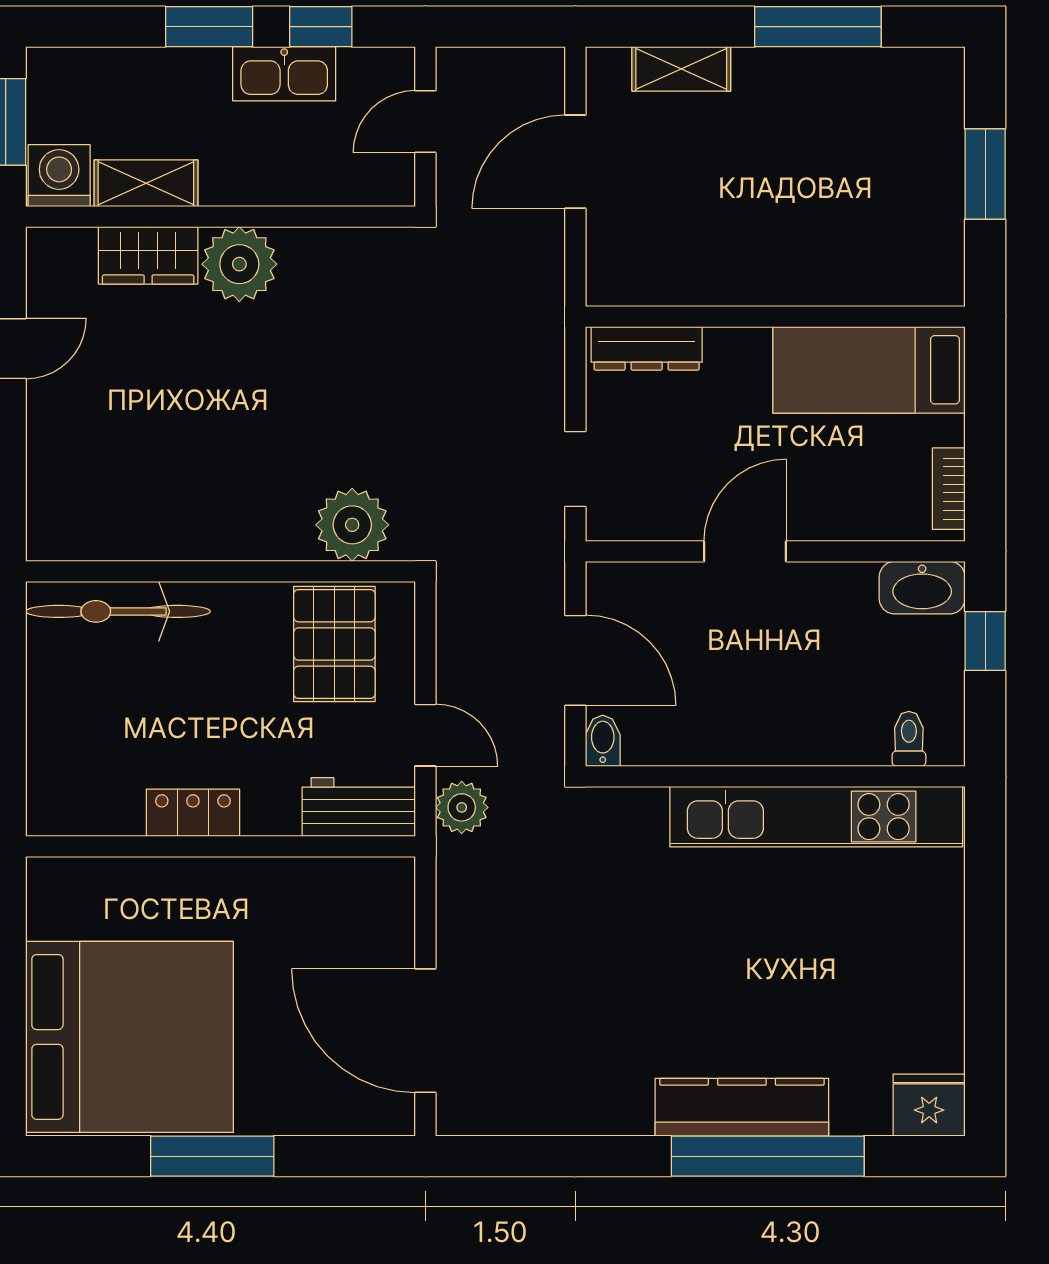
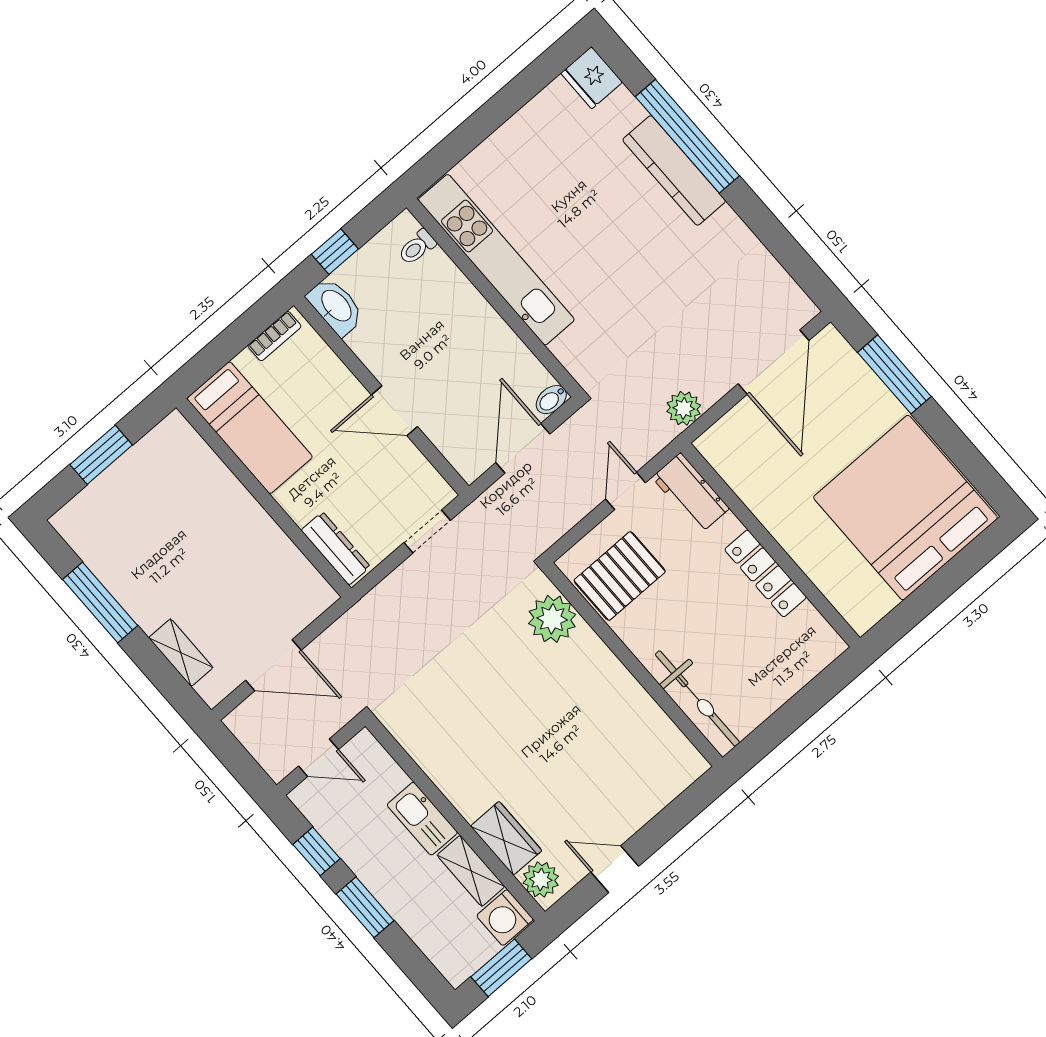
kitchen sink: (284, 74) -> (422, 819), moved, turned 180
plant: (239, 264) -> (541, 880), moved, width x0.73, depth x0.73
plant: (462, 807) -> (684, 408), moved
locker: (193, 813) -> (766, 573), width x1.53
window: (212, 1156) -> (894, 374), moved

